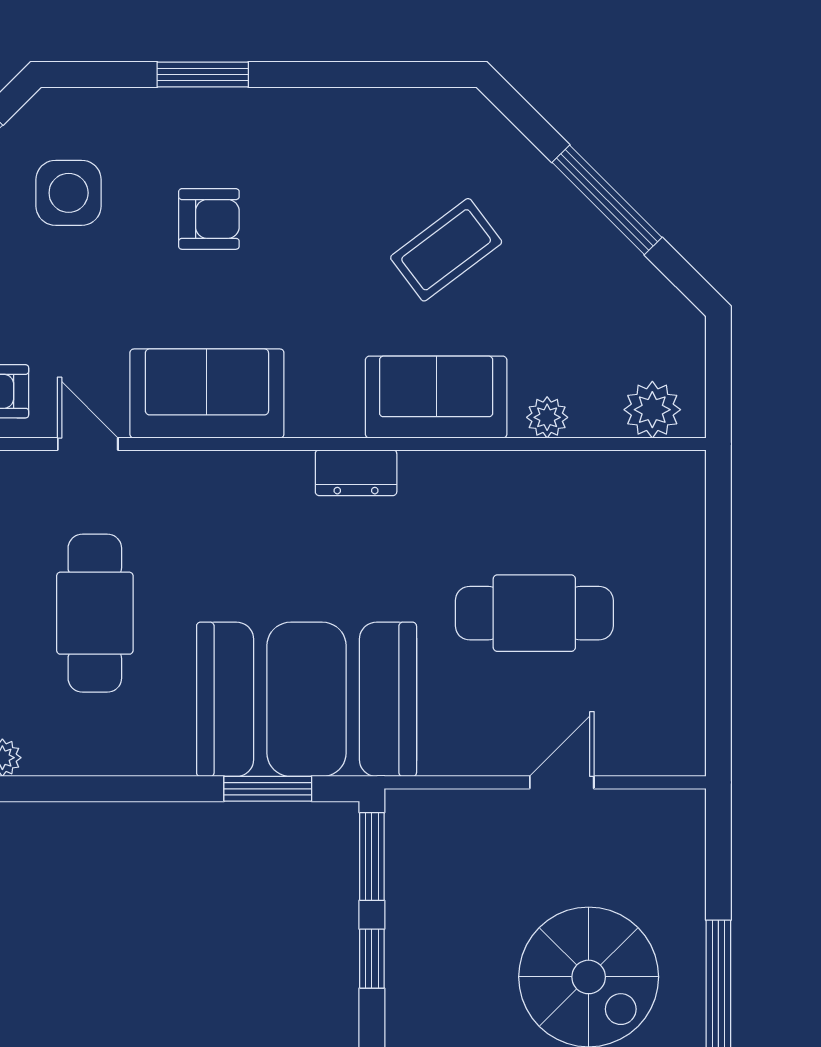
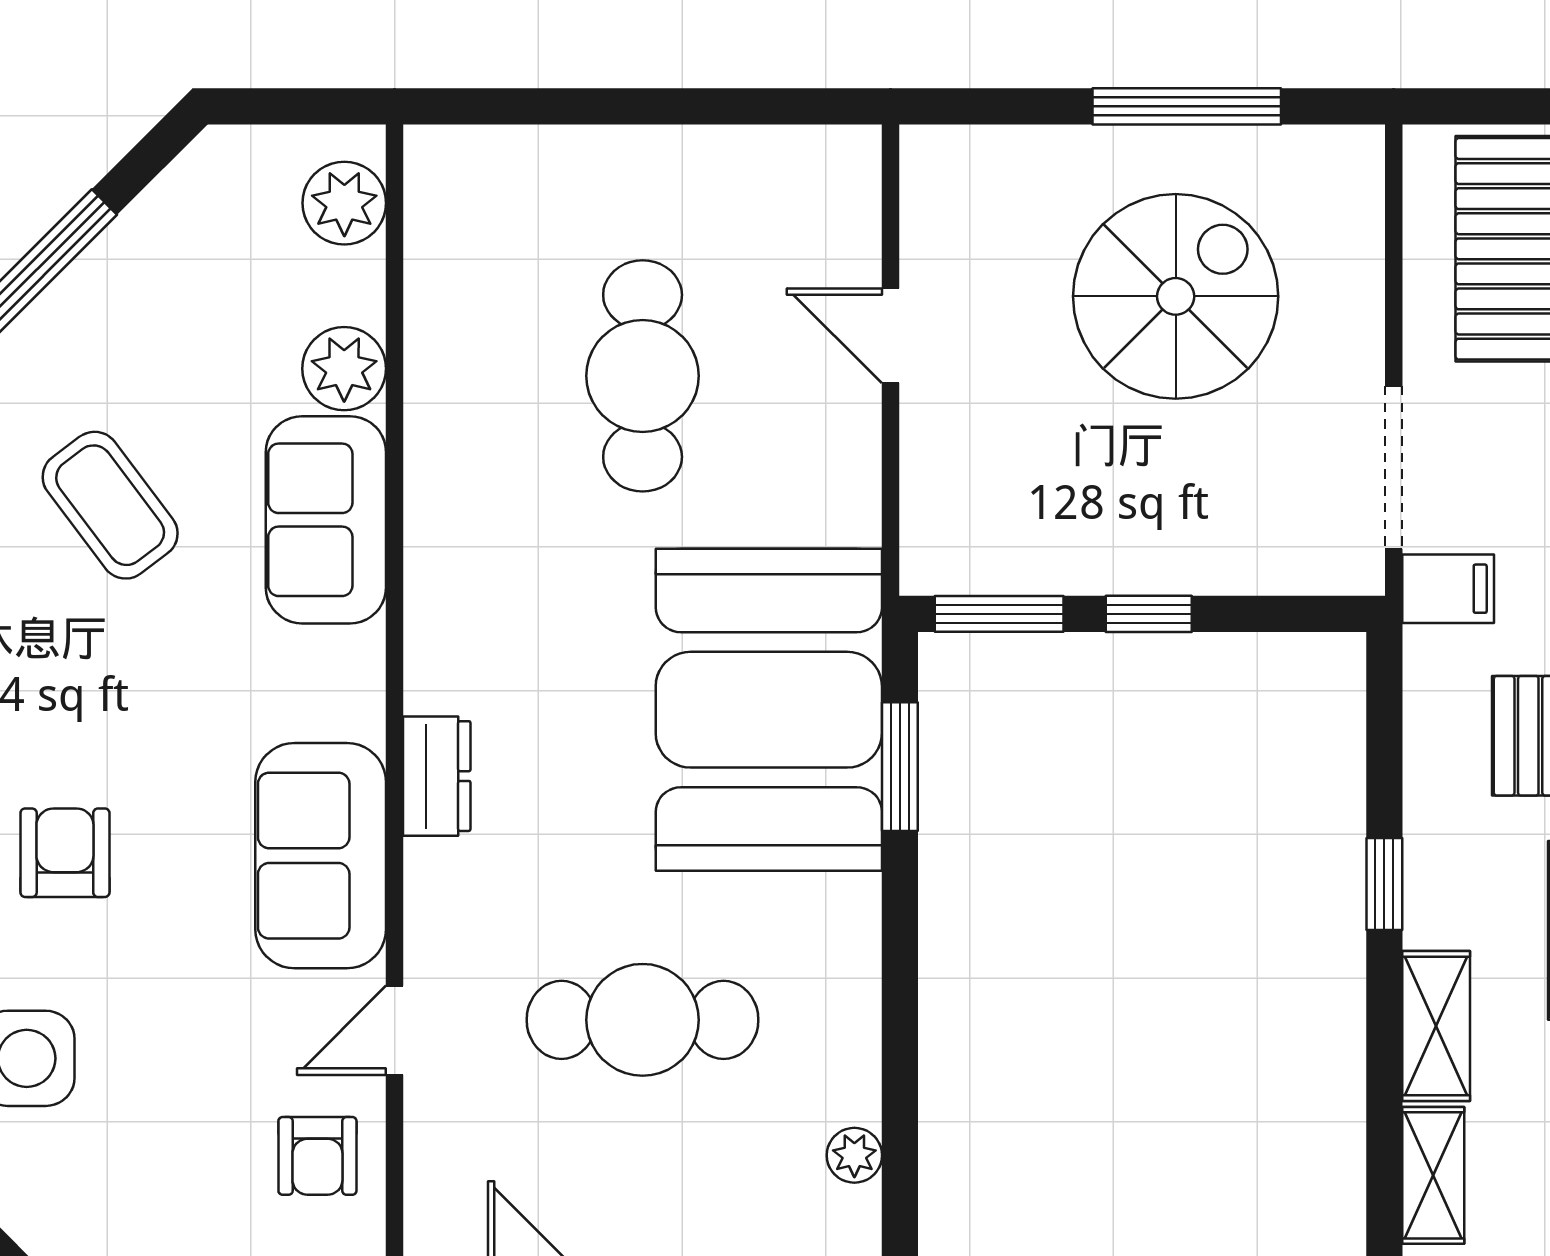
plant: (547, 417) -> (344, 369), width x1.38, depth x1.38
dresser: (356, 473) -> (437, 776), moved

